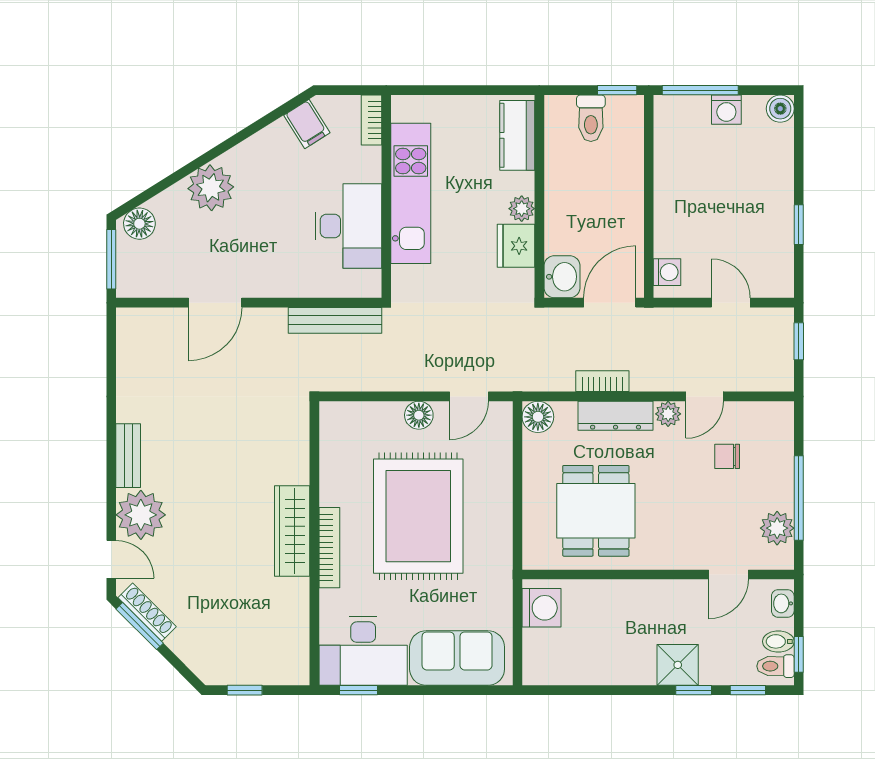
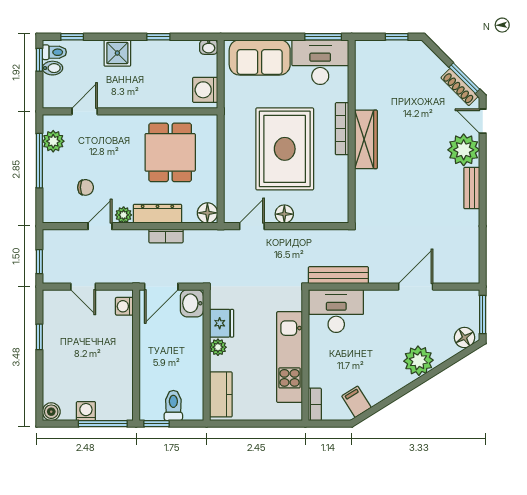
desk: (348, 226) -> (336, 311), moved, turned 90
washbasin: (783, 603) -> (209, 47), moved, turned 90
window: (358, 690) -> (323, 37), width x1.50
window: (694, 690) -> (158, 37), moved

